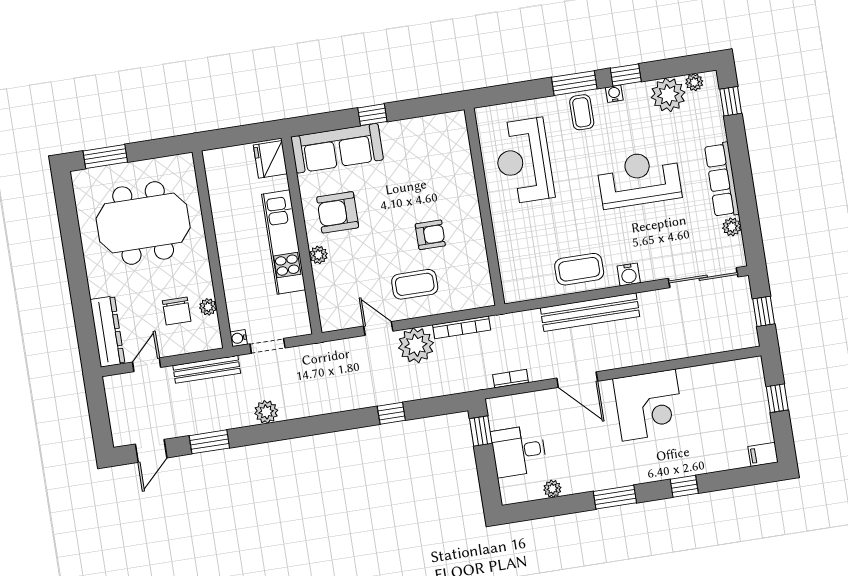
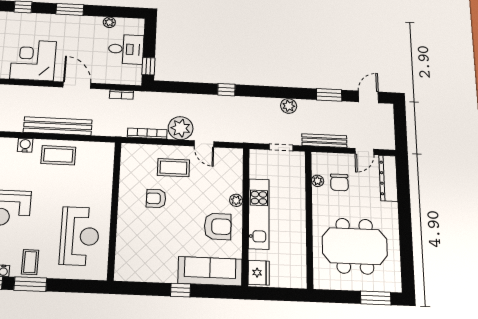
chair: (177, 311) -> (339, 182), turned 180
water cooler: (239, 338) -> (300, 156), removed
window: (391, 413) -> (226, 90), moved

